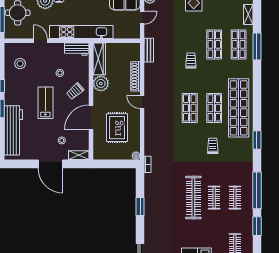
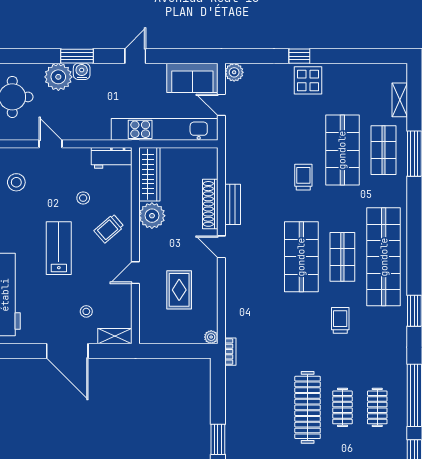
door: (142, 18) -> (221, 105), swing flipped
kitchen unit: (81, 32) -> (165, 129), moved
shop shelf: (214, 44) -> (342, 150), width x1.43, depth x1.36
bench: (149, 50) -> (233, 204), moved
shop shelf: (190, 108) -> (301, 257), width x1.43, depth x1.36
door: (91, 117) -> (135, 273), width x0.53
rug: (117, 128) -> (179, 290), width x0.73, depth x0.70
window: (140, 206) -> (218, 439), moved

